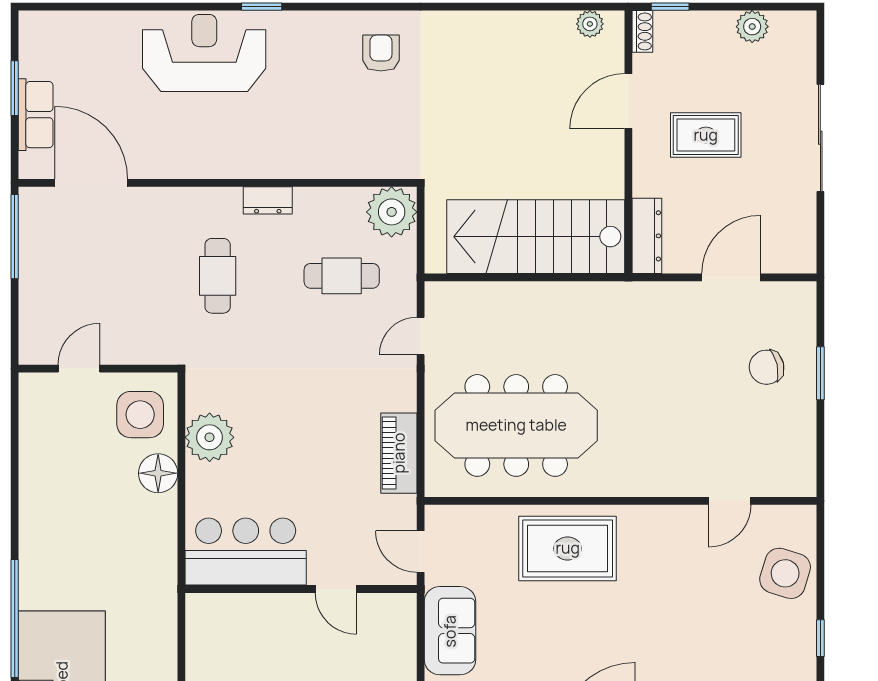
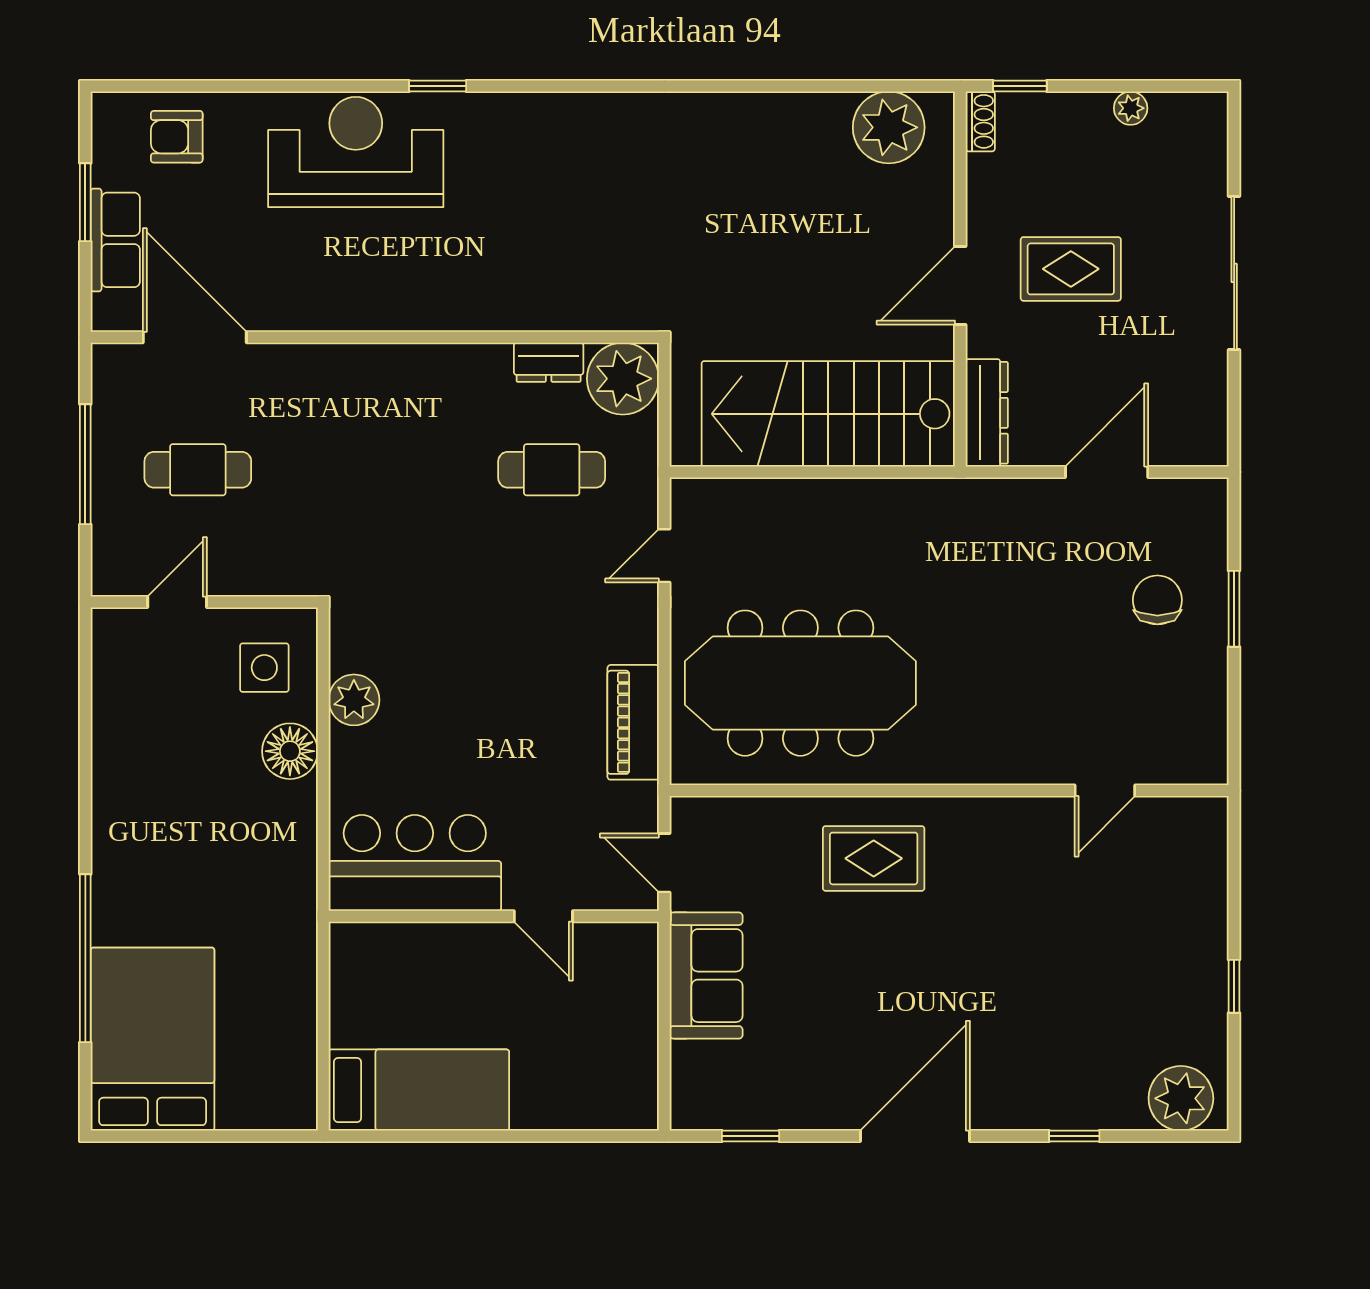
plant: (590, 24) -> (889, 127), width x1.87, depth x1.87
plant: (752, 27) -> (1131, 108), width x0.73, depth x0.73
armchair: (381, 53) -> (177, 137), moved, turned -90
door: (628, 101) -> (960, 285), moved
dresser: (268, 200) -> (549, 362), moved
window: (15, 237) -> (85, 464), moved
cafe table: (218, 276) -> (198, 470), moved, turned 90
chair: (767, 367) -> (1157, 600), turned 103
side table: (140, 415) -> (264, 668), width x0.73, depth x0.73
plant: (210, 437) -> (354, 700), width x0.73, depth x0.73
rug: (568, 548) -> (874, 858), width x0.73, depth x0.70
side table: (785, 573) -> (1184, 894), removed

